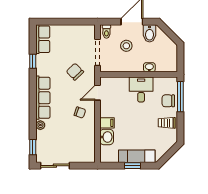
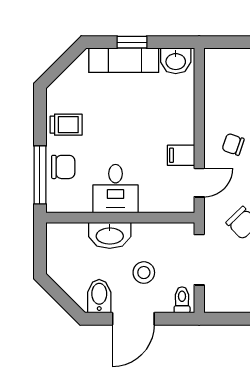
washbasin: (149, 67) -> (110, 235), width x1.91, depth x1.45
filing cabinet: (107, 123) -> (181, 155), moved
washbasin: (107, 137) -> (176, 61), moved, turned -90

